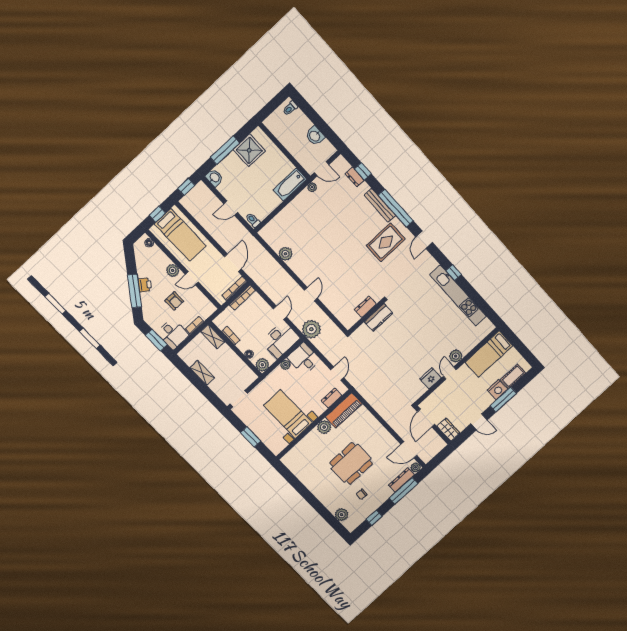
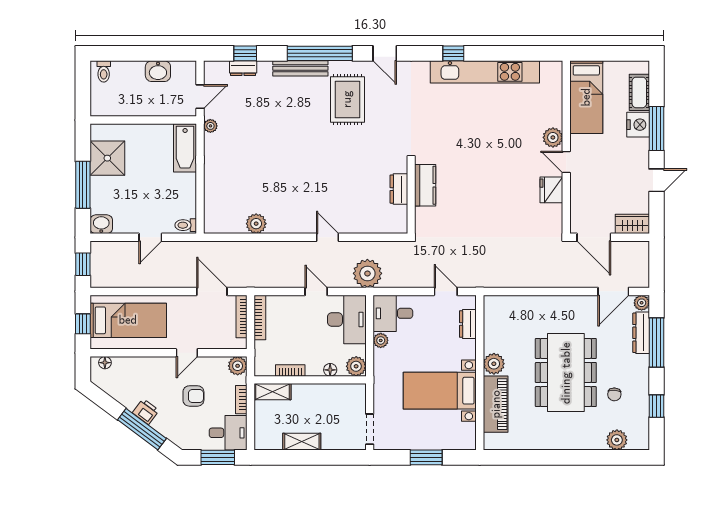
plant: (173, 270) -> (238, 366), moved
piano: (344, 410) -> (496, 404), moved
dining table: (351, 463) -> (566, 373), width x1.36, depth x1.24

